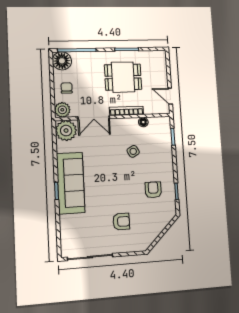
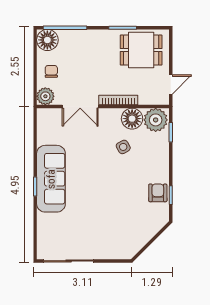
dining table: (123, 77) -> (141, 50), moved
door: (170, 96) -> (171, 84), swing flipped
floor lamp: (143, 122) -> (132, 119), width x1.89, depth x1.89
plant: (66, 131) -> (156, 120), moved
armchair: (153, 190) -> (158, 193), moved
armchair: (121, 222) -> (105, 225), removed

